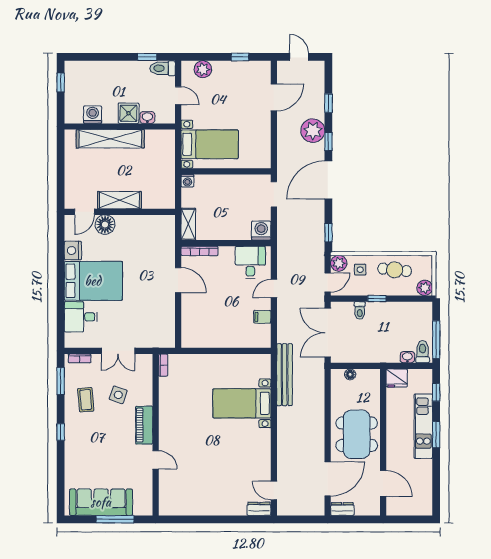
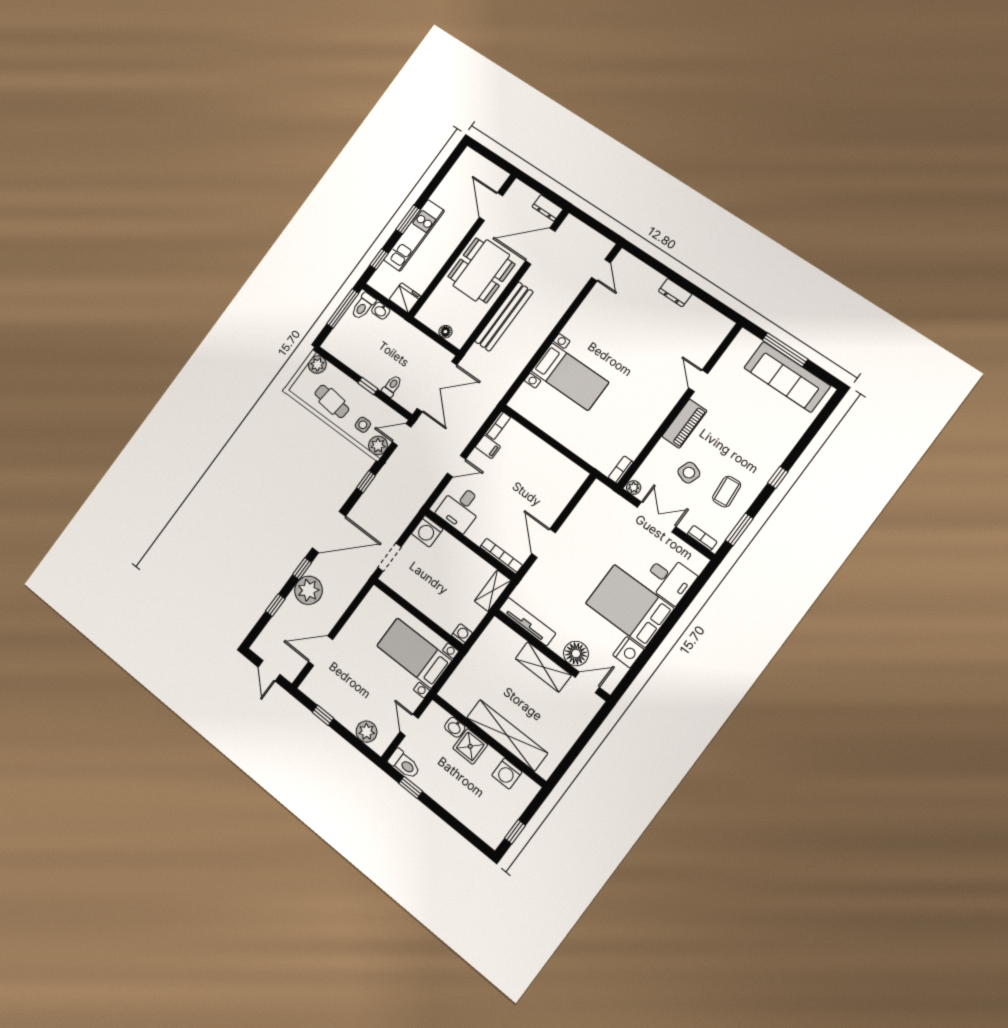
tv unit: (151, 221) -> (527, 622), added
bookcase: (266, 336) -> (498, 425), added
plant: (146, 360) -> (634, 487), added
bench: (285, 375) -> (504, 317), moved
dresser: (259, 509) -> (675, 293), moved

